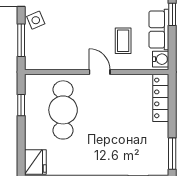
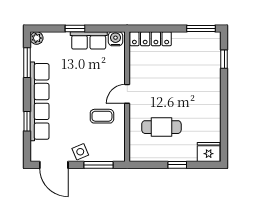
coffee table: (123, 41) -> (102, 116), moved
window: (21, 105) -> (177, 165), moved
cafe table: (63, 110) -> (161, 127), width x0.73, depth x0.74

